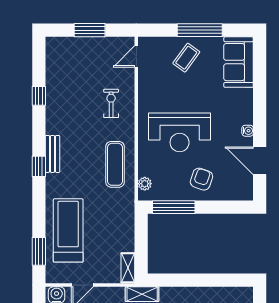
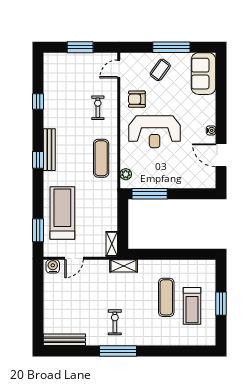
bench: (52, 154) -> (49, 150), width x1.36
armchair: (201, 179) -> (137, 99), moved, turned -109

